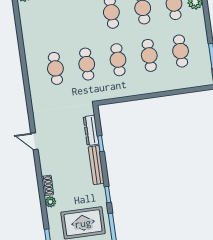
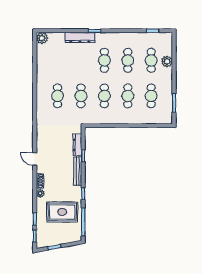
door: (34, 141) -> (35, 159), moved

